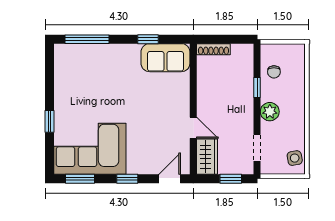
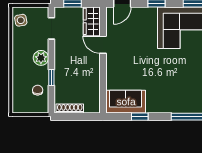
shoe rack: (213, 49) -> (70, 108), moved

